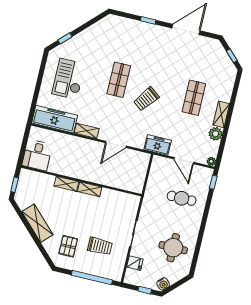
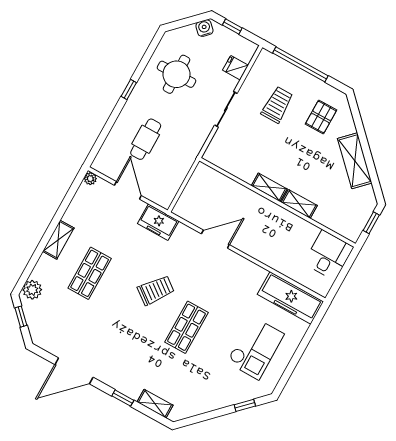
shelving: (87, 131) -> (155, 404), moved
plant: (215, 134) -> (32, 290), moved
window: (213, 182) -> (129, 90), moved
cafe table: (182, 198) -> (146, 139), turned 90
trolley: (100, 246) -> (277, 105), turned 90

